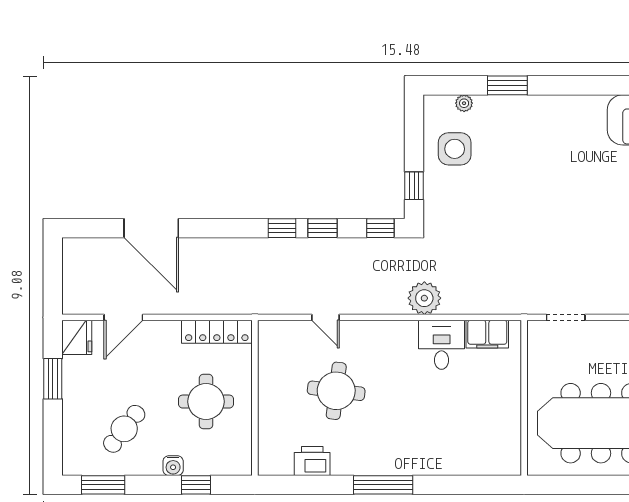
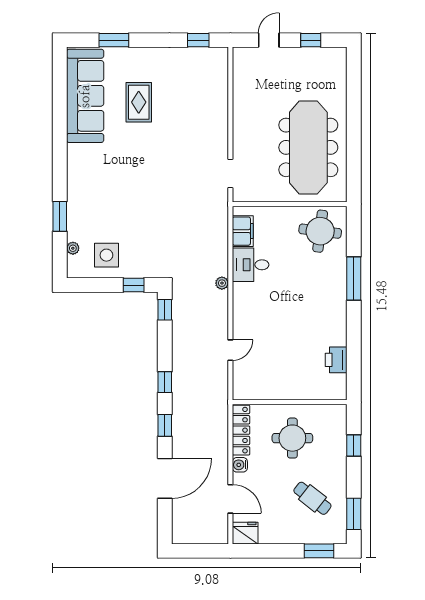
window: (322, 228) -> (165, 425), moved
plant: (424, 298) -> (222, 283), width x0.53, depth x0.53
window: (53, 379) -> (319, 551), moved
round table: (336, 391) -> (320, 231), moved
water cooler: (173, 466) -> (240, 465), moved, turned 180
window: (383, 485) -> (354, 278), moved

